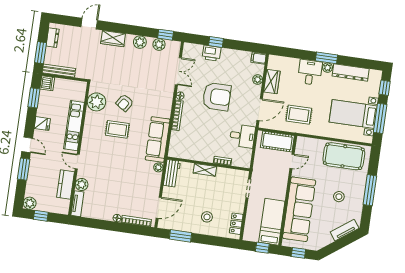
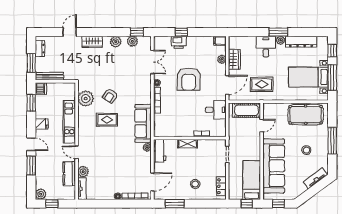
armchair: (217, 97) -> (189, 79), turned 90

